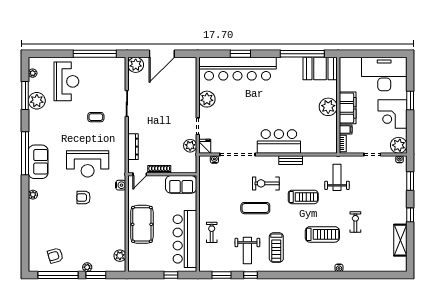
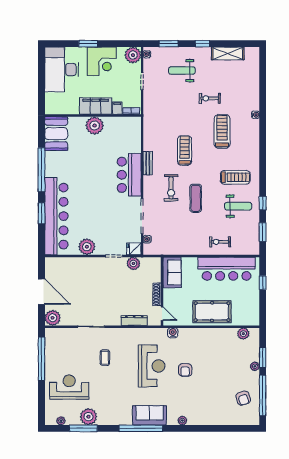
window: (302, 54) -> (42, 170), moved
weight bench: (337, 177) -> (182, 71), moved

